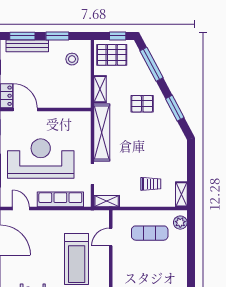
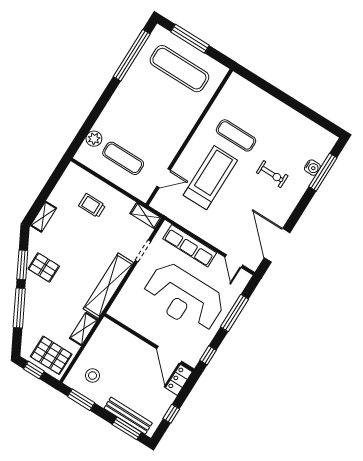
window: (57, 36) -> (81, 400), moved
window: (151, 64) -> (19, 308), moved
pallet: (142, 104) -> (44, 267), moved
shelving: (181, 194) -> (43, 217), moved
plant: (180, 223) -> (94, 139), moved

